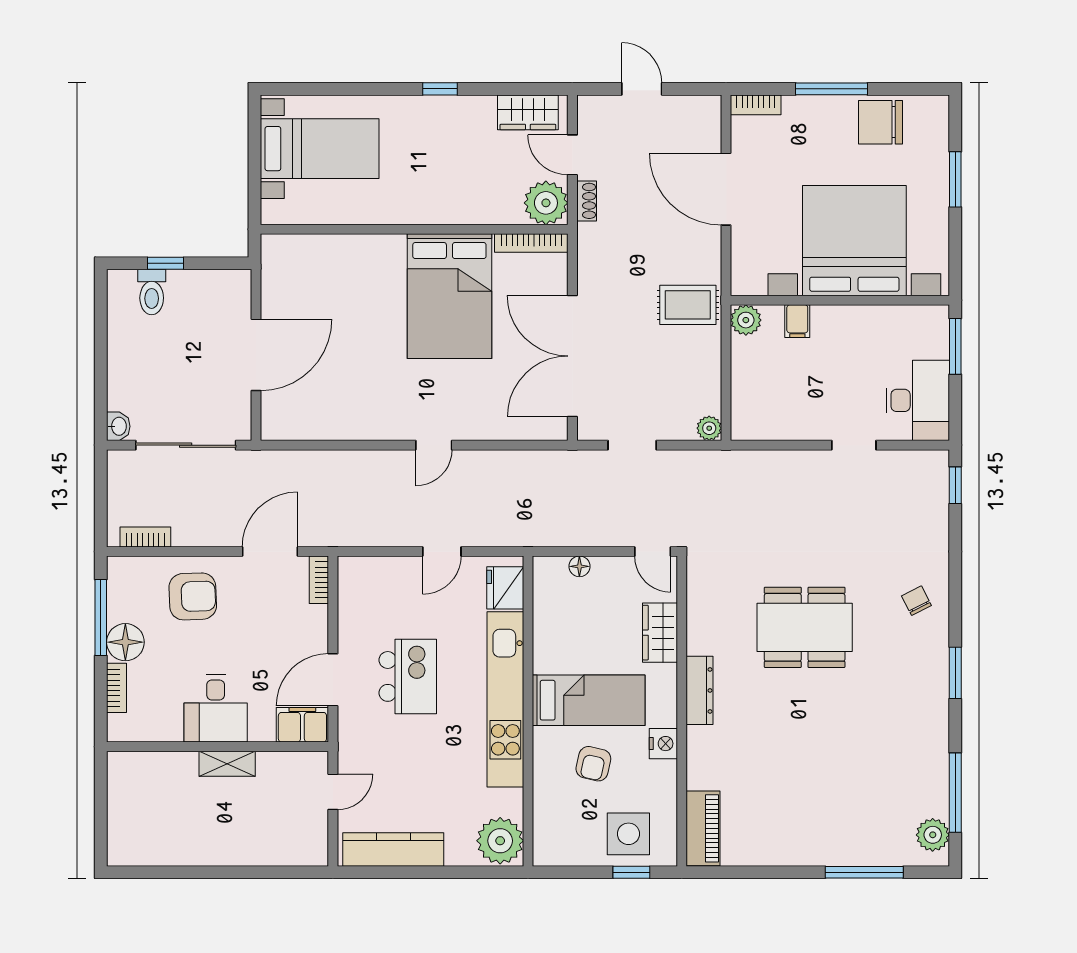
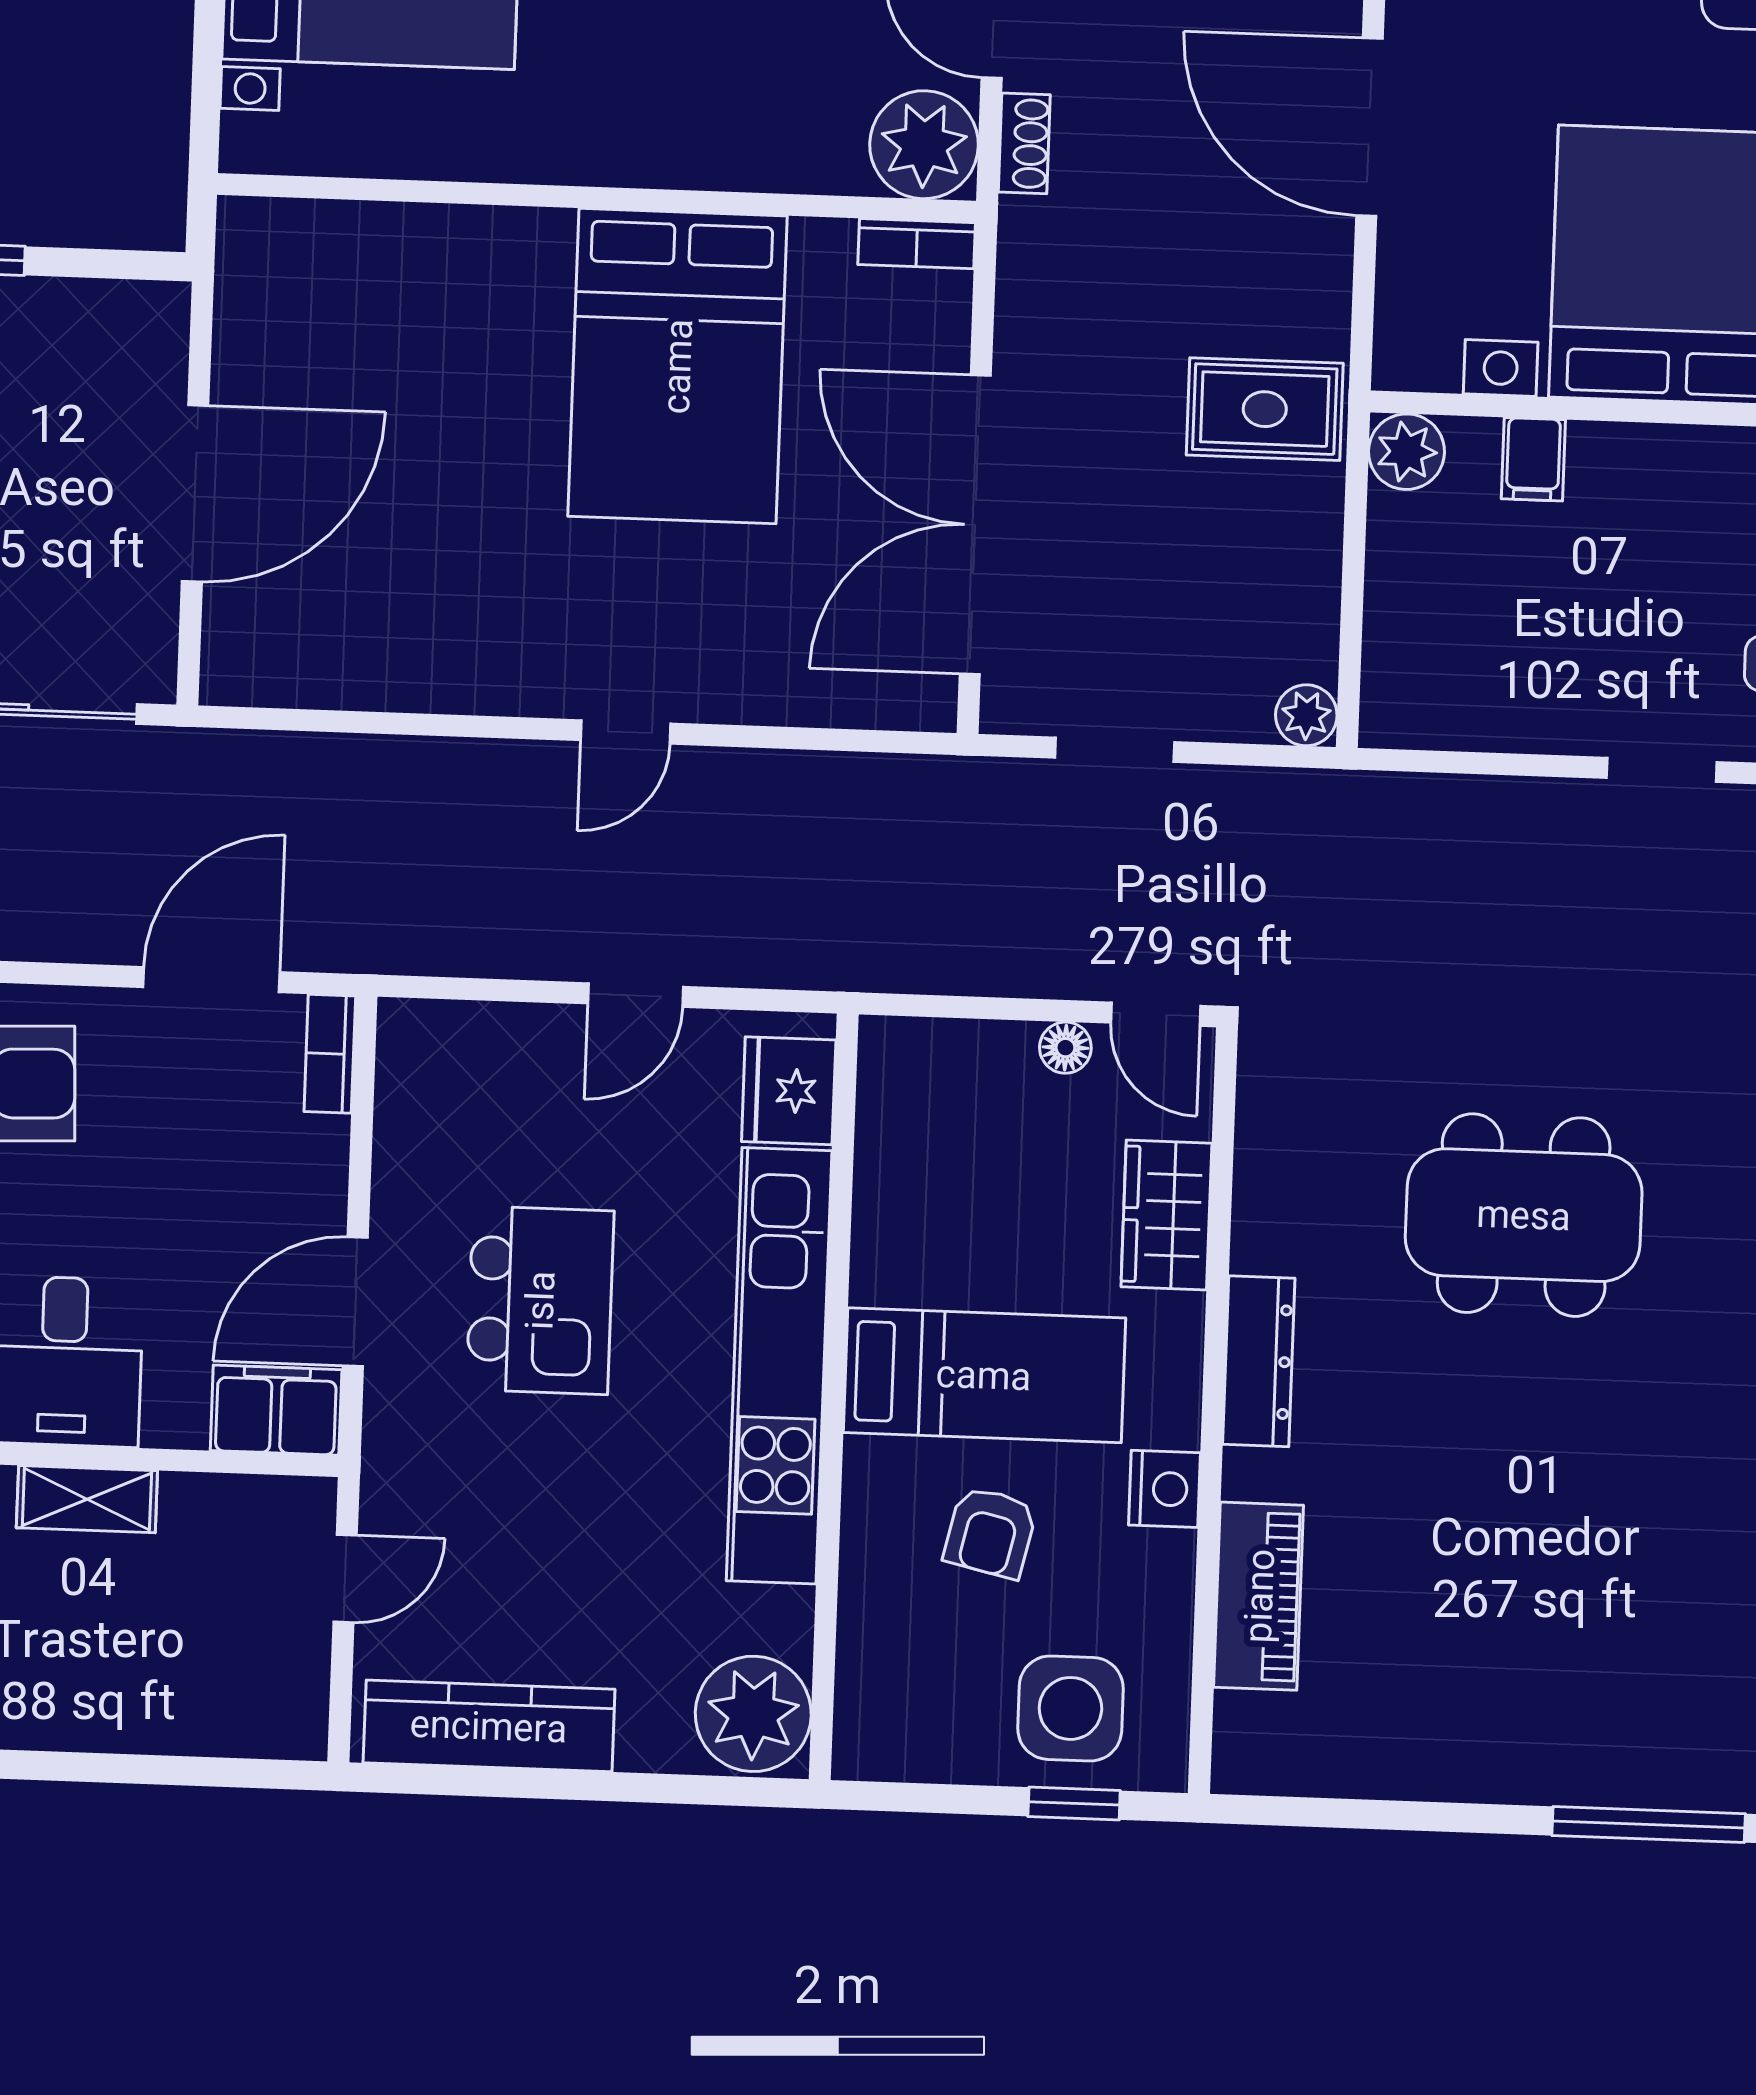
bookcase: (531, 243) -> (917, 244), width x0.64
floor lamp: (579, 566) -> (1065, 1048), moved
piano: (703, 828) -> (1259, 1596), moved

